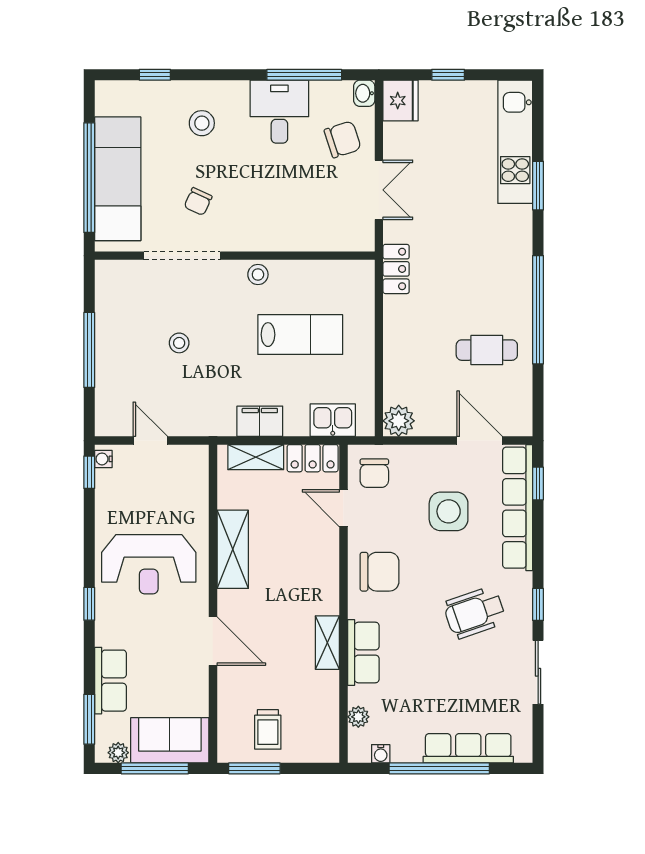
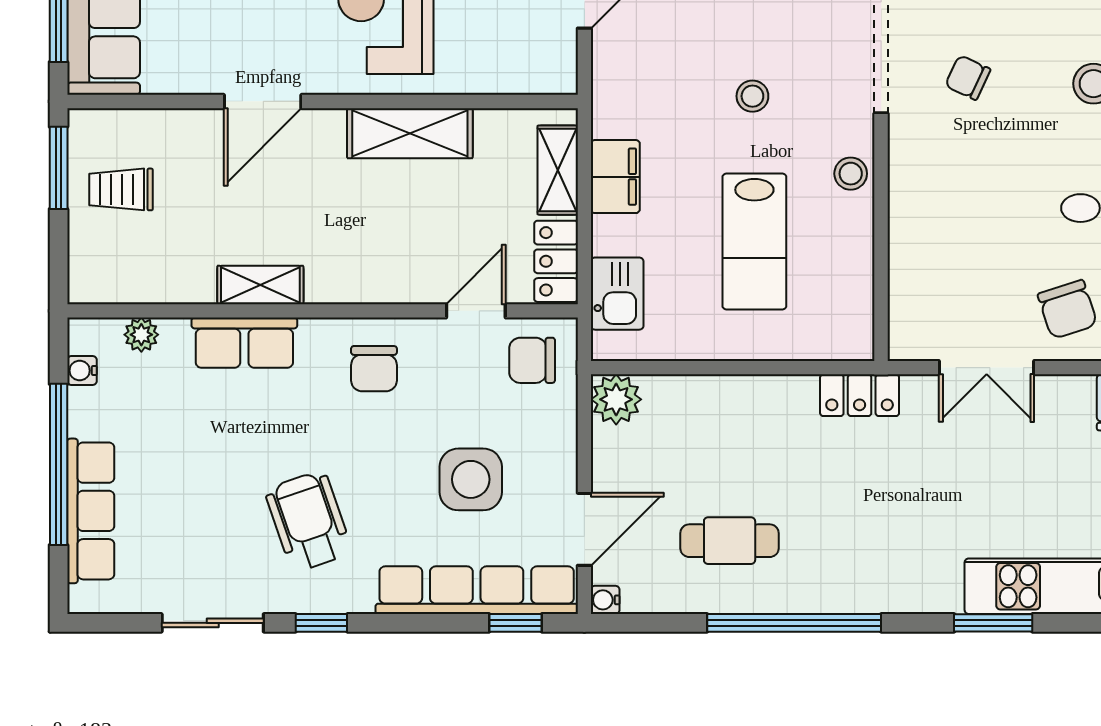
stool: (179, 343) -> (752, 96), moved
cafe table: (487, 350) -> (730, 541), turned 90
water cooler: (524, 428) -> (605, 600), added
chair: (380, 572) -> (374, 369), width x0.73, depth x0.73

